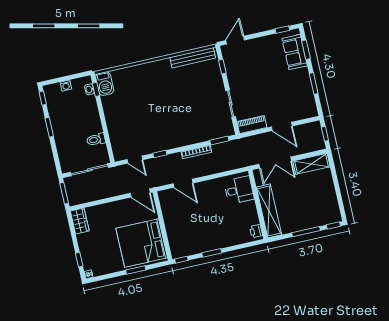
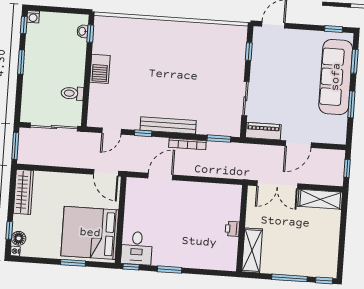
sofa: (295, 52) -> (336, 77), width x1.85, depth x1.27
bench: (193, 58) -> (168, 125), moved
barbecue: (105, 84) -> (100, 69), moved
washing machine: (66, 86) -> (33, 17), moved
door: (282, 126) -> (298, 144), hinge flipped
door: (135, 160) -> (112, 131), hinge flipped
door: (183, 183) -> (160, 177), swing flipped
desk: (239, 190) -> (137, 248), moved, turned 90
shelving: (269, 211) -> (252, 250), width x0.68
wardrobe: (80, 221) -> (23, 192), width x1.50
printer: (256, 231) -> (232, 229), moved
floor lamp: (88, 264) -> (19, 238), added

